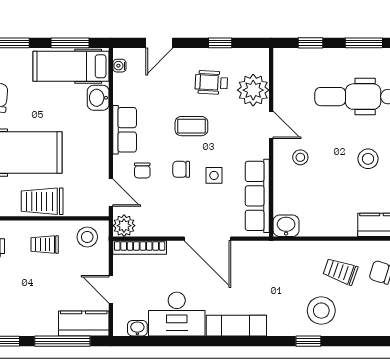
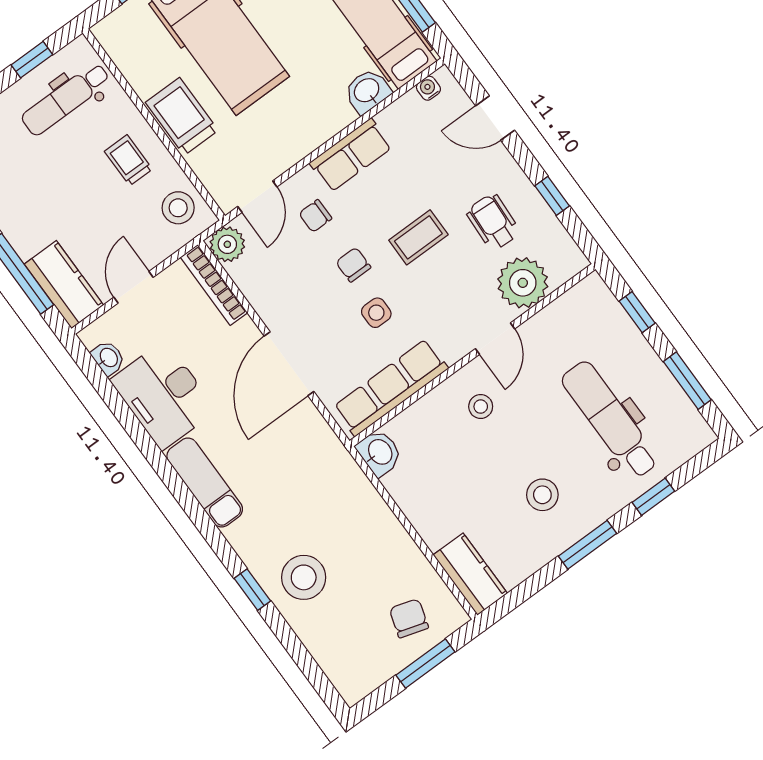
coffee table: (191, 126) -> (418, 237), turned 90
trolley: (340, 271) -> (372, 565), removed

